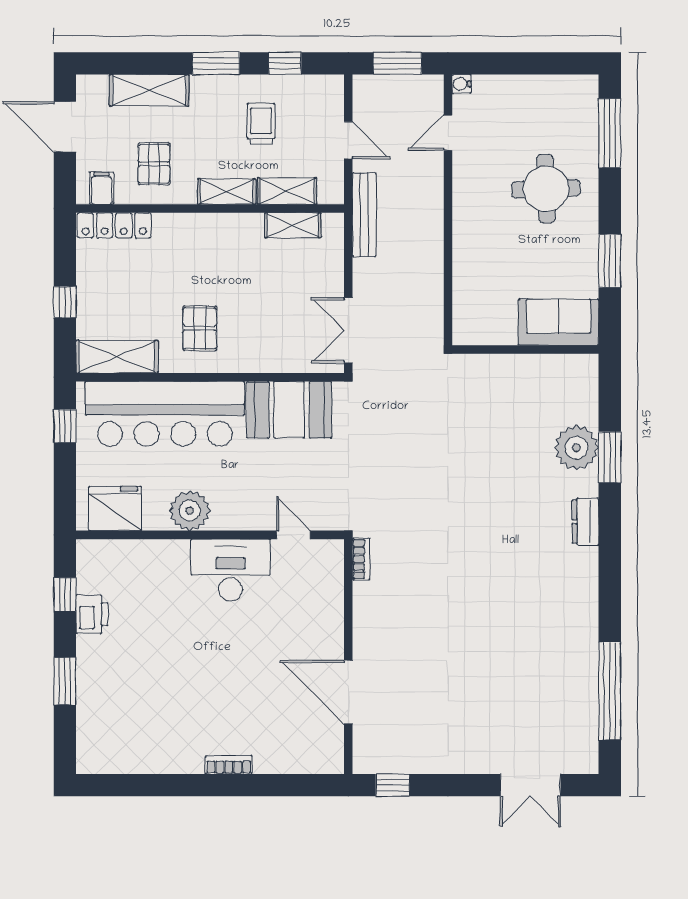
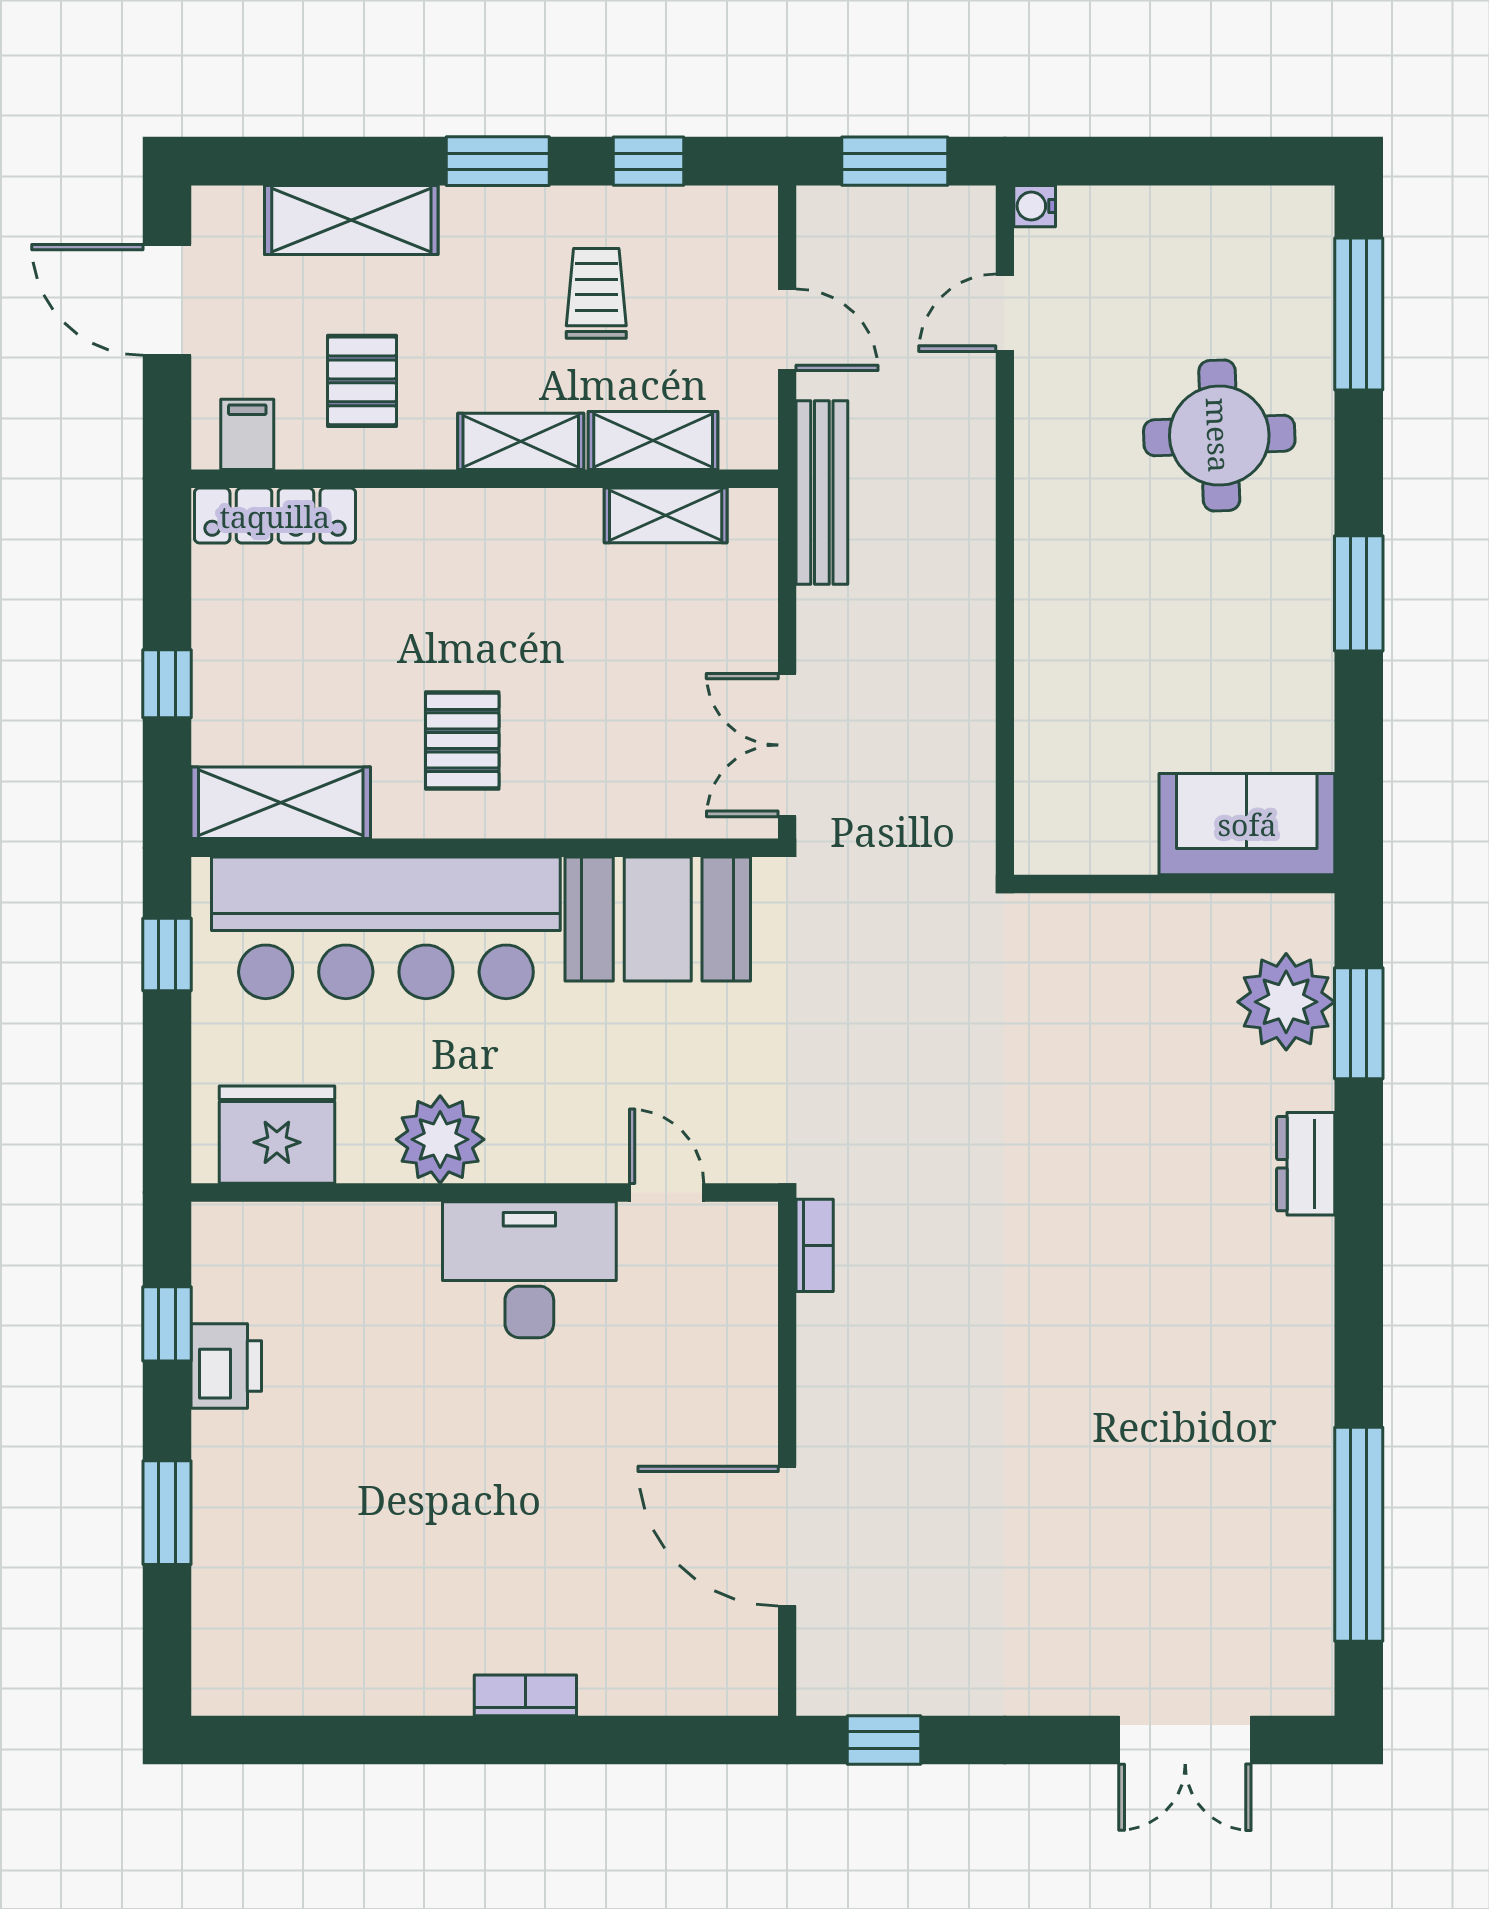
sofa: (559, 322) -> (1247, 824), moved
wall: (525, 350) -> (1174, 884), moved

